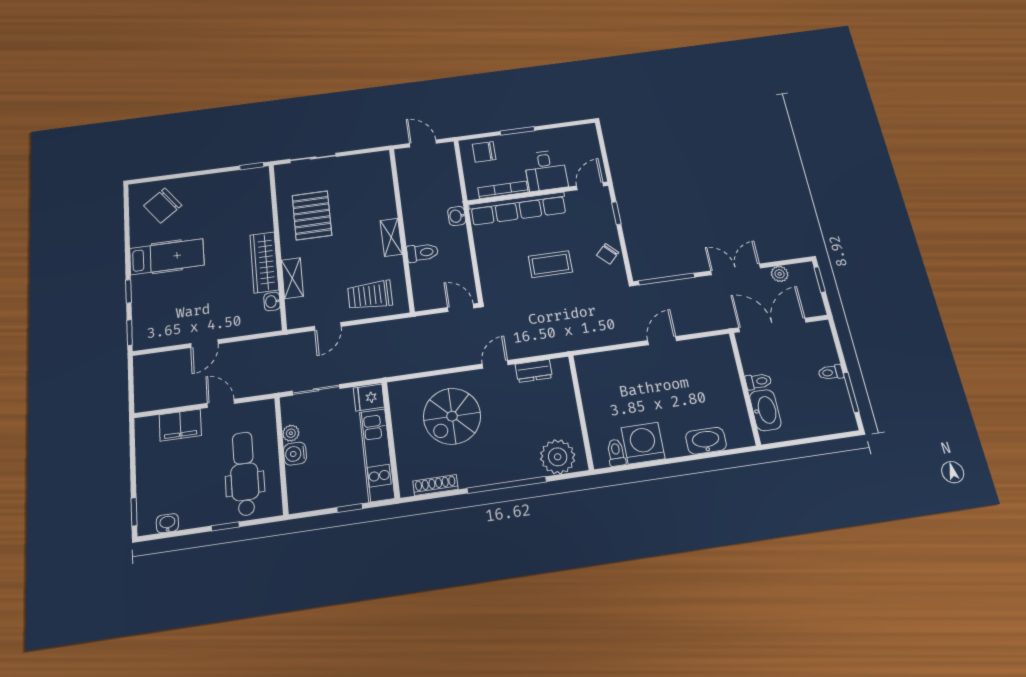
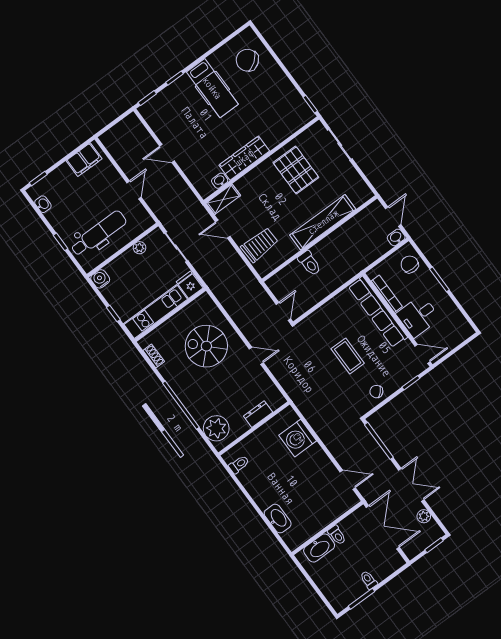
pallet: (312, 215) -> (296, 170), turned 90
washbasin: (457, 216) -> (396, 237), moved
shelving: (391, 237) -> (323, 222), width x2.20, depth x1.33
shelving: (292, 278) -> (223, 199), moved
trolley: (370, 295) -> (260, 245), turned 88
door: (662, 341) -> (348, 480), moved
dresser: (534, 371) -> (258, 414), moved, turned 90
filing cabinet: (180, 425) -> (84, 160), moved, turned -90
washing machine: (643, 443) -> (298, 438), moved, turned 180
water cooler: (295, 454) -> (100, 279), moved
shoe rack: (435, 485) -> (154, 356), width x0.70

